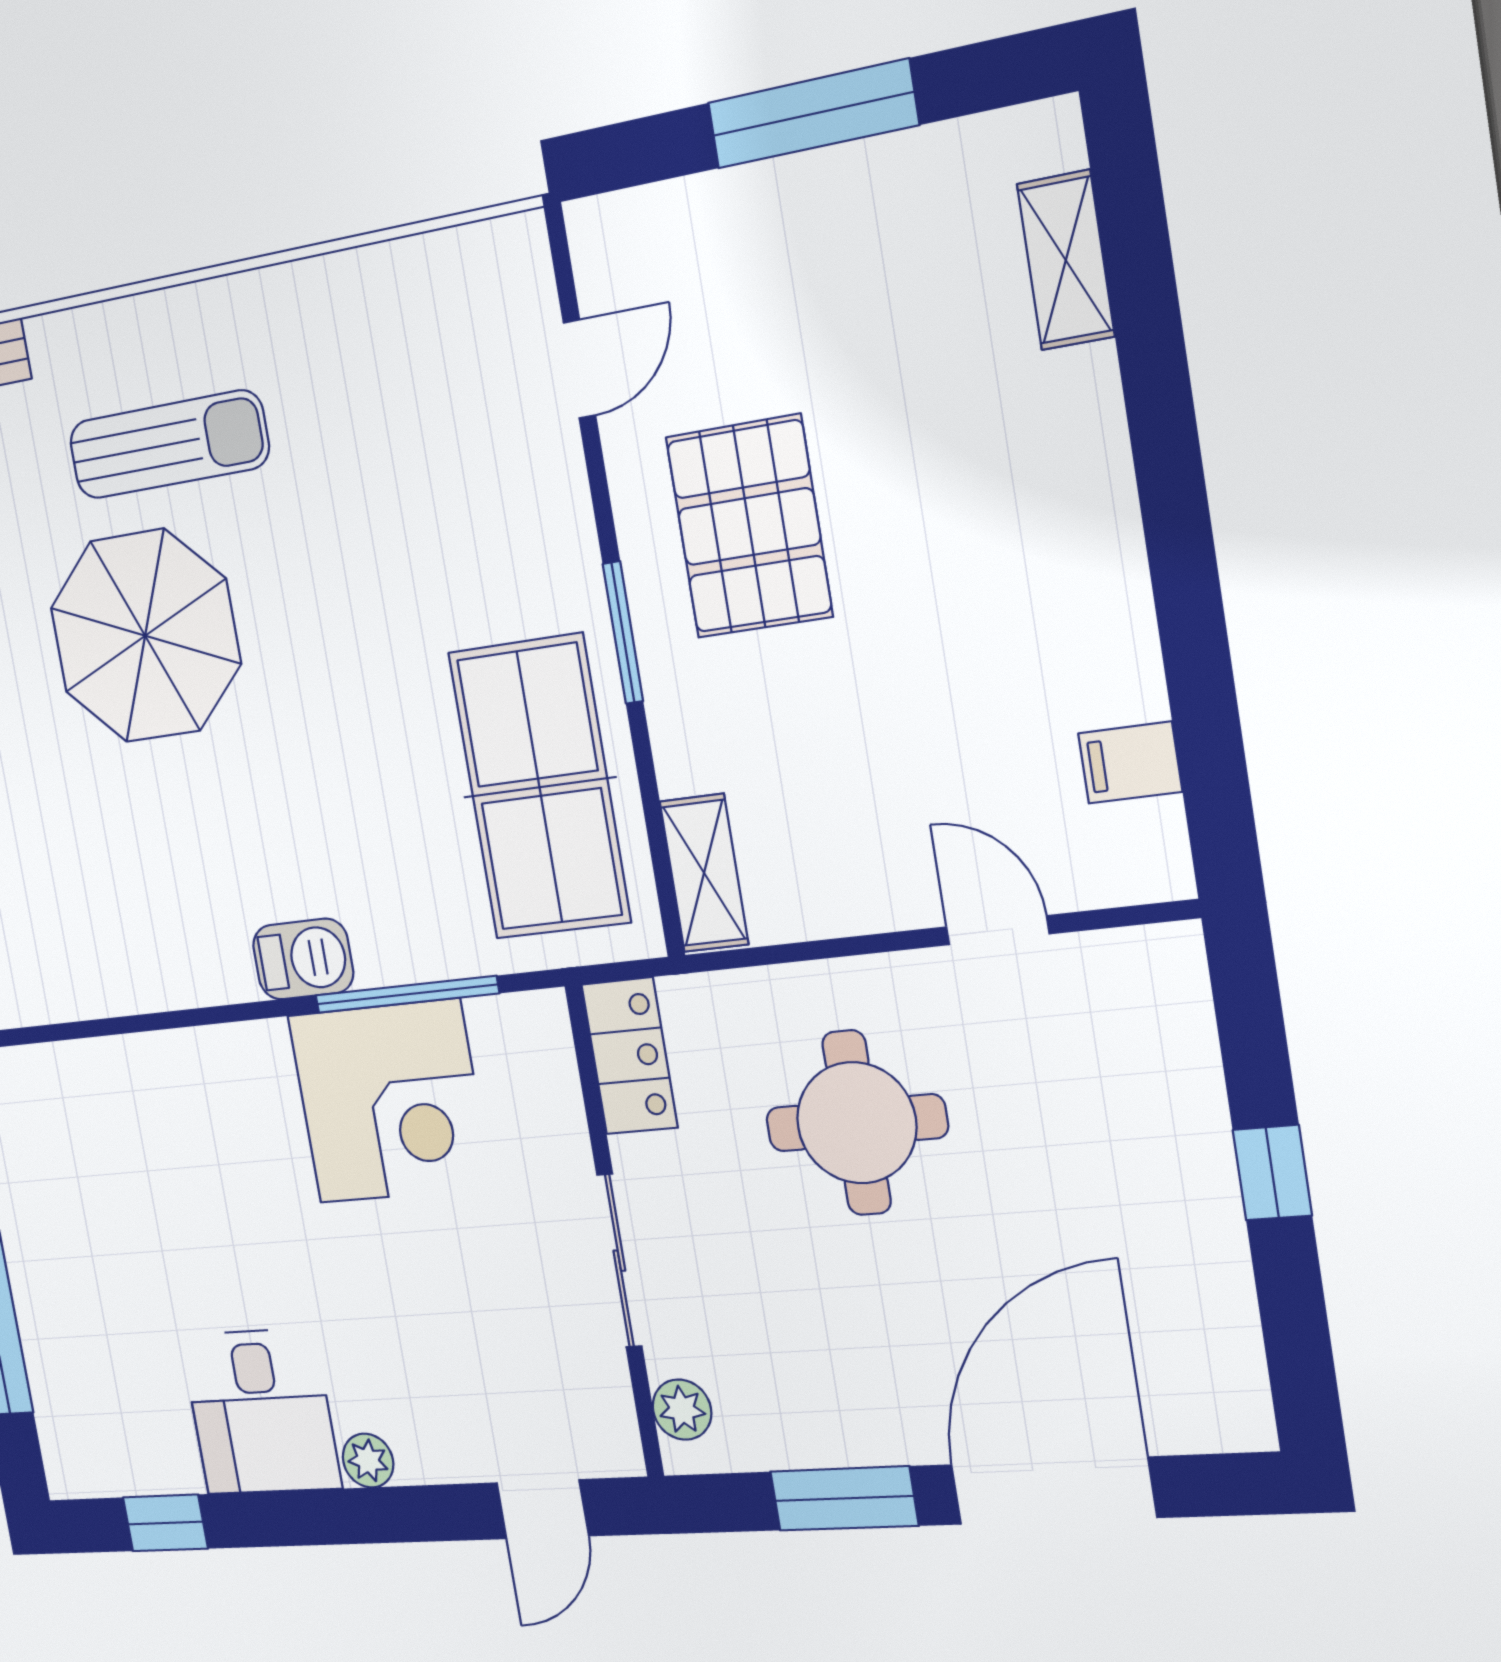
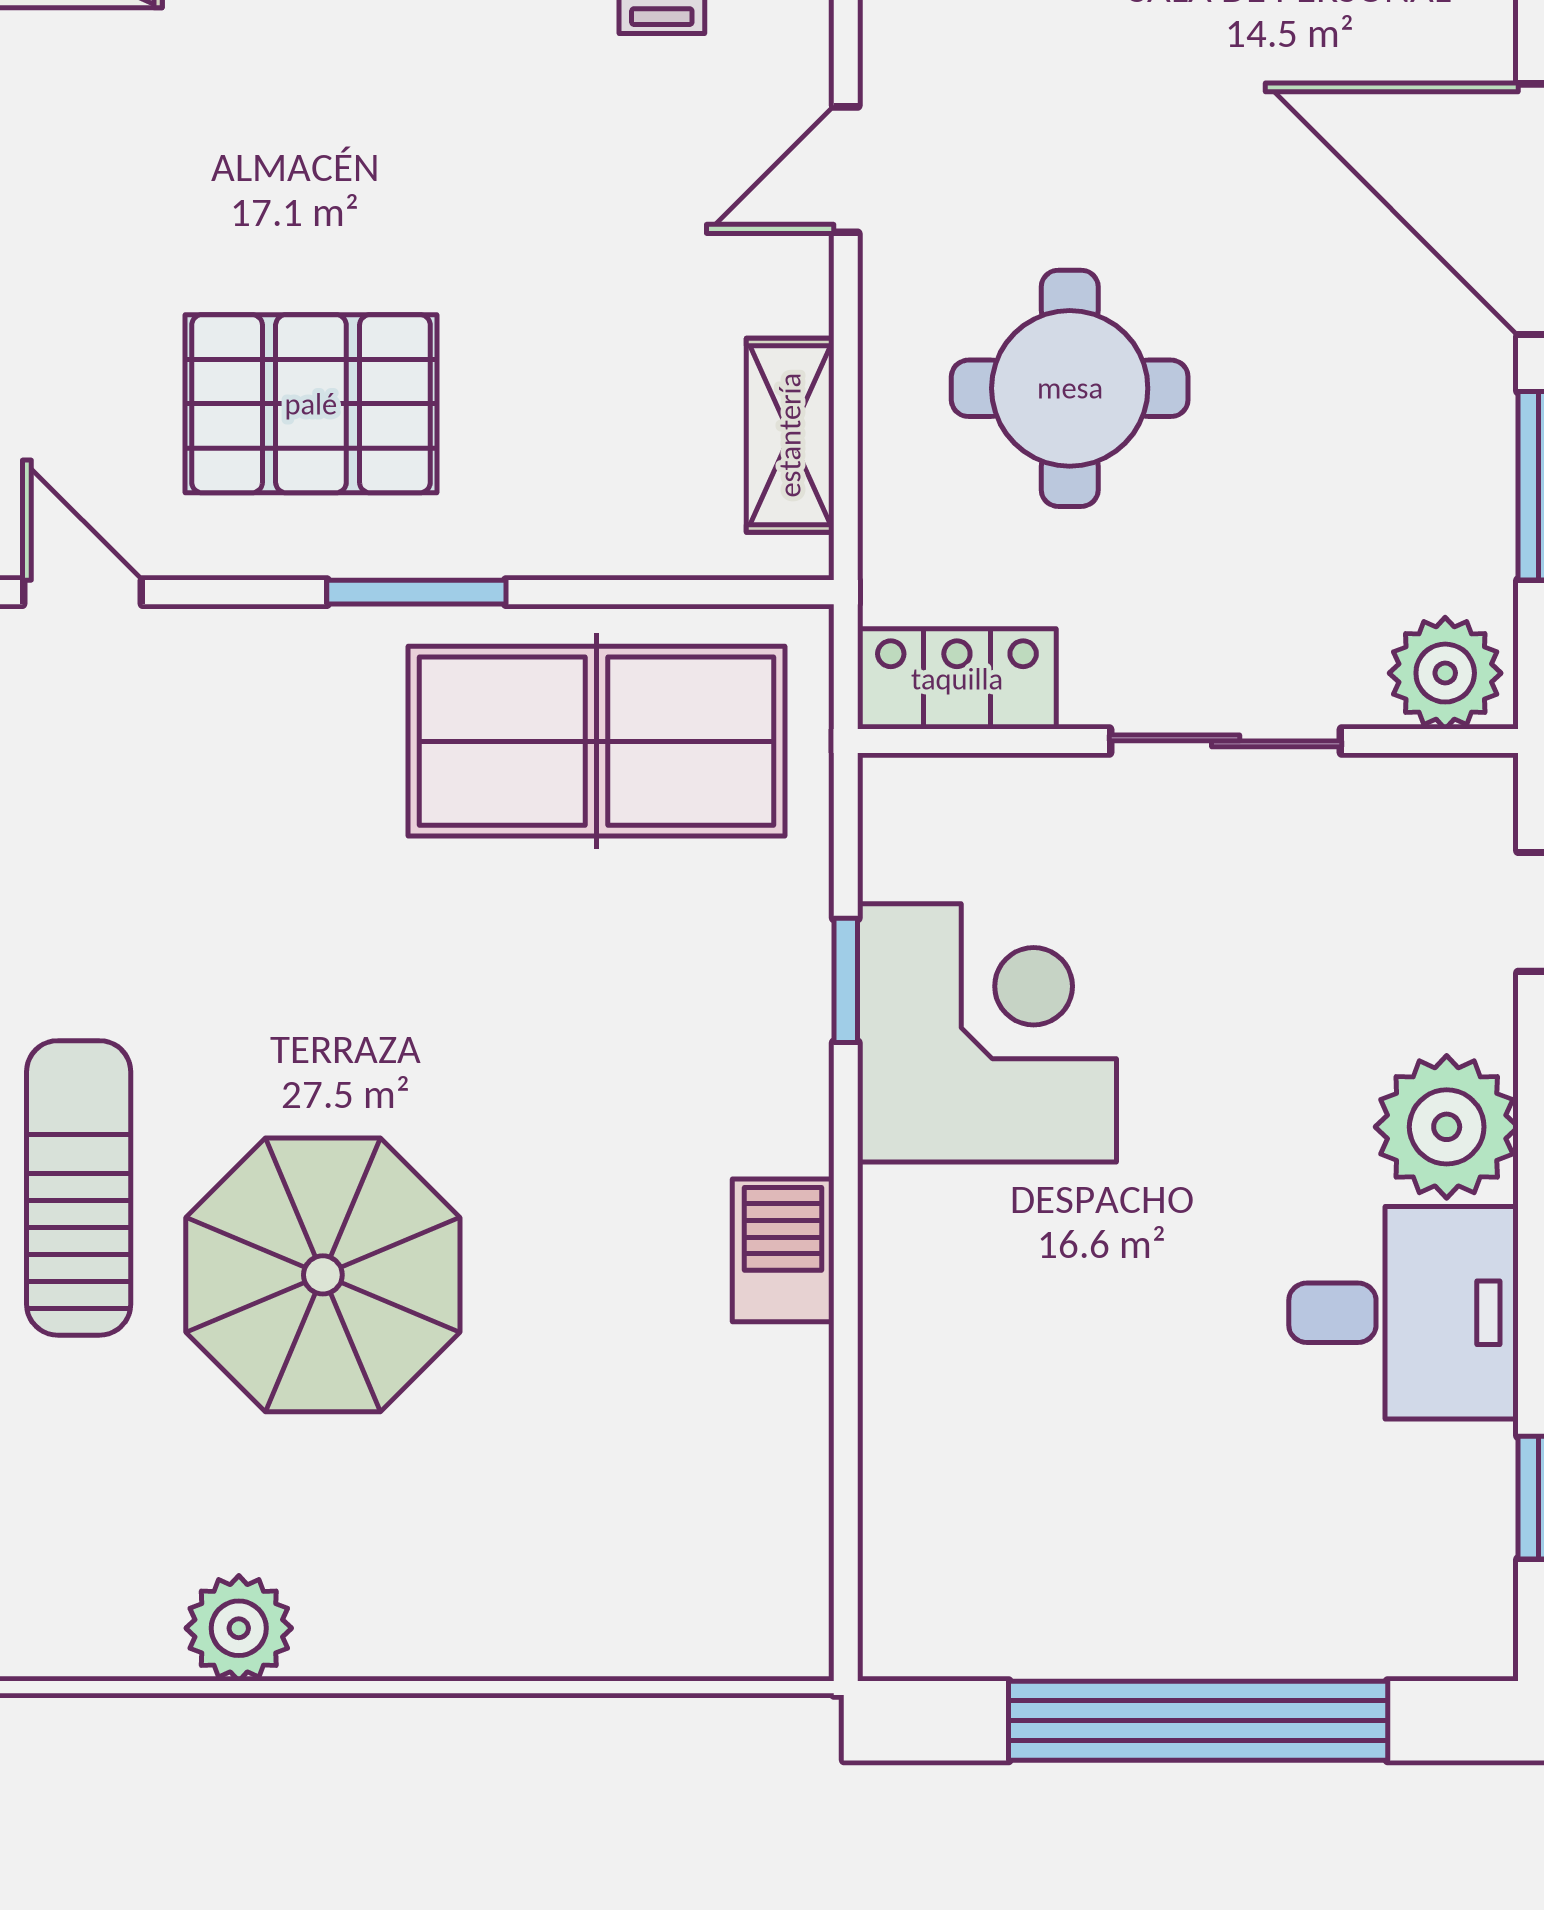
shelving: (704, 873) -> (790, 435), moved, turned 90
barbecue: (303, 959) -> (783, 1250), moved
window: (407, 994) -> (846, 980), width x0.46
plant: (682, 1410) -> (1445, 673), width x1.38, depth x1.38
plant: (368, 1461) -> (1447, 1127), width x1.87, depth x1.87

